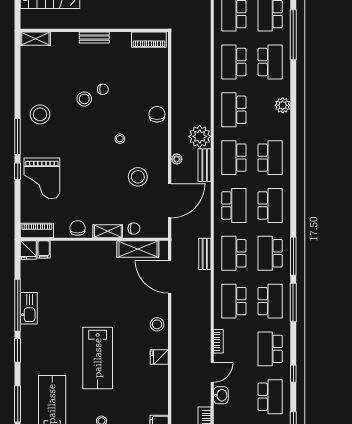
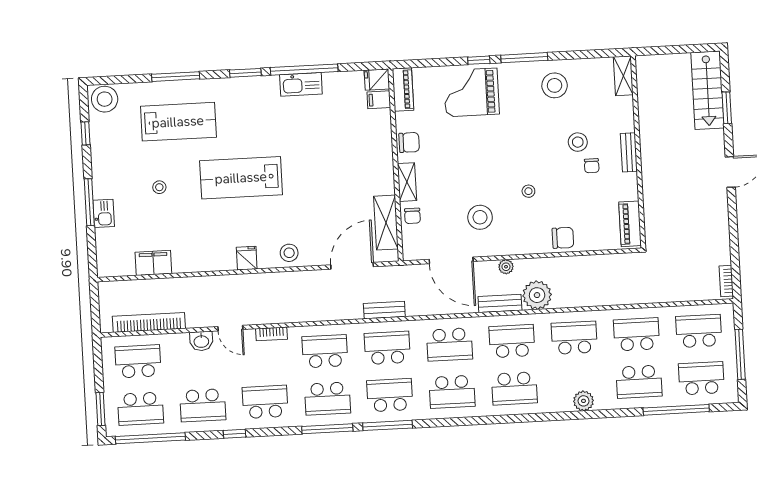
wall: (94, 30) -> (638, 152), moved
bench: (94, 38) -> (629, 152), moved
shelving: (35, 39) -> (623, 76), moved
piano: (149, 40) -> (630, 224), moved

